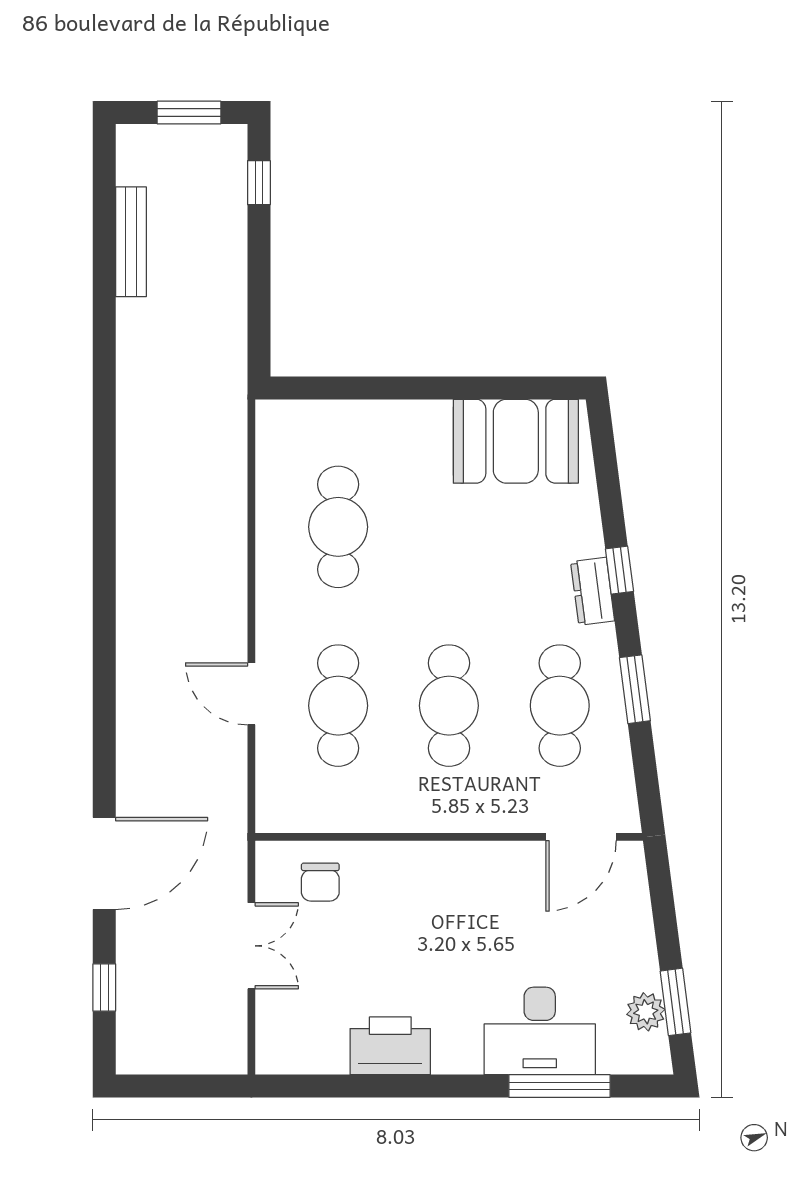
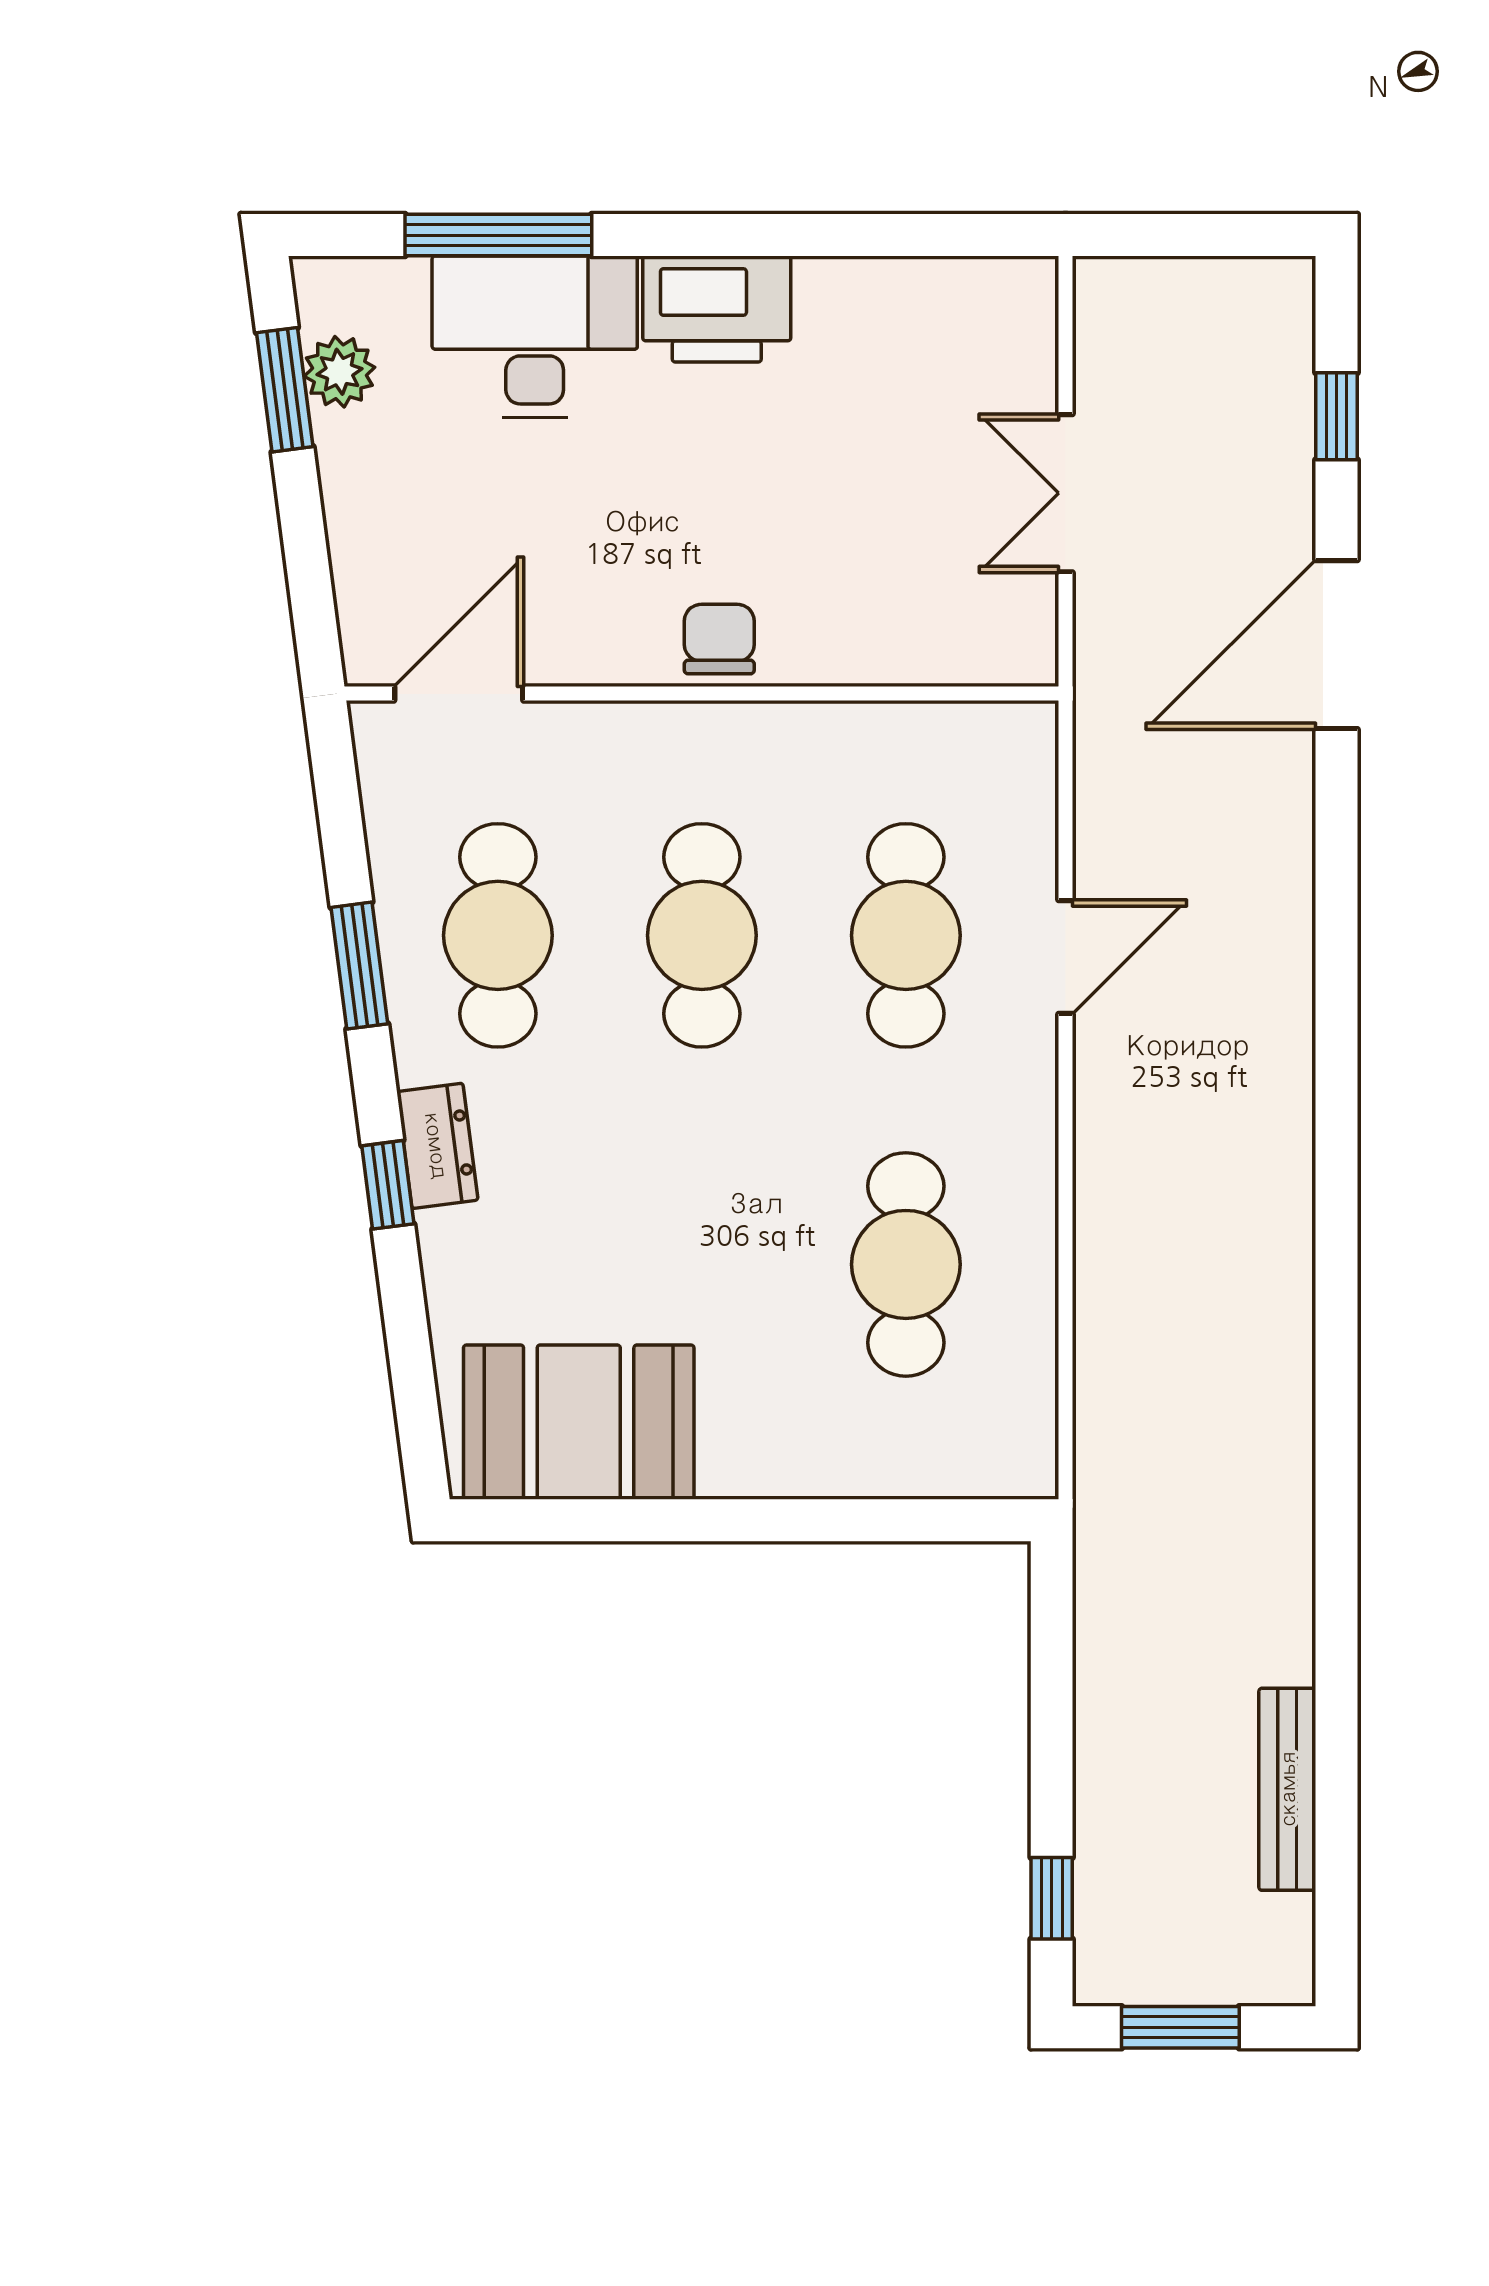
door: (251, 694) -> (1066, 957), hinge flipped
chair: (320, 882) -> (719, 639), moved
printer: (390, 1046) -> (717, 309), moved

